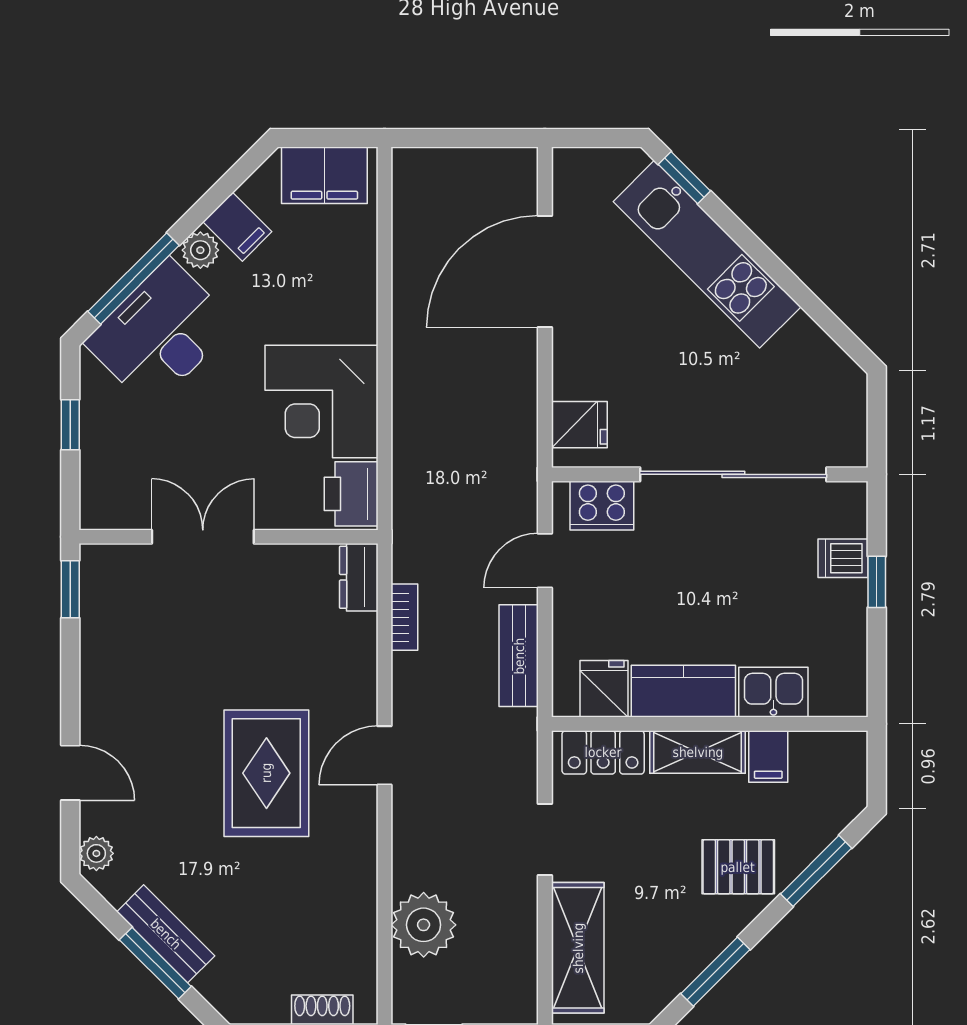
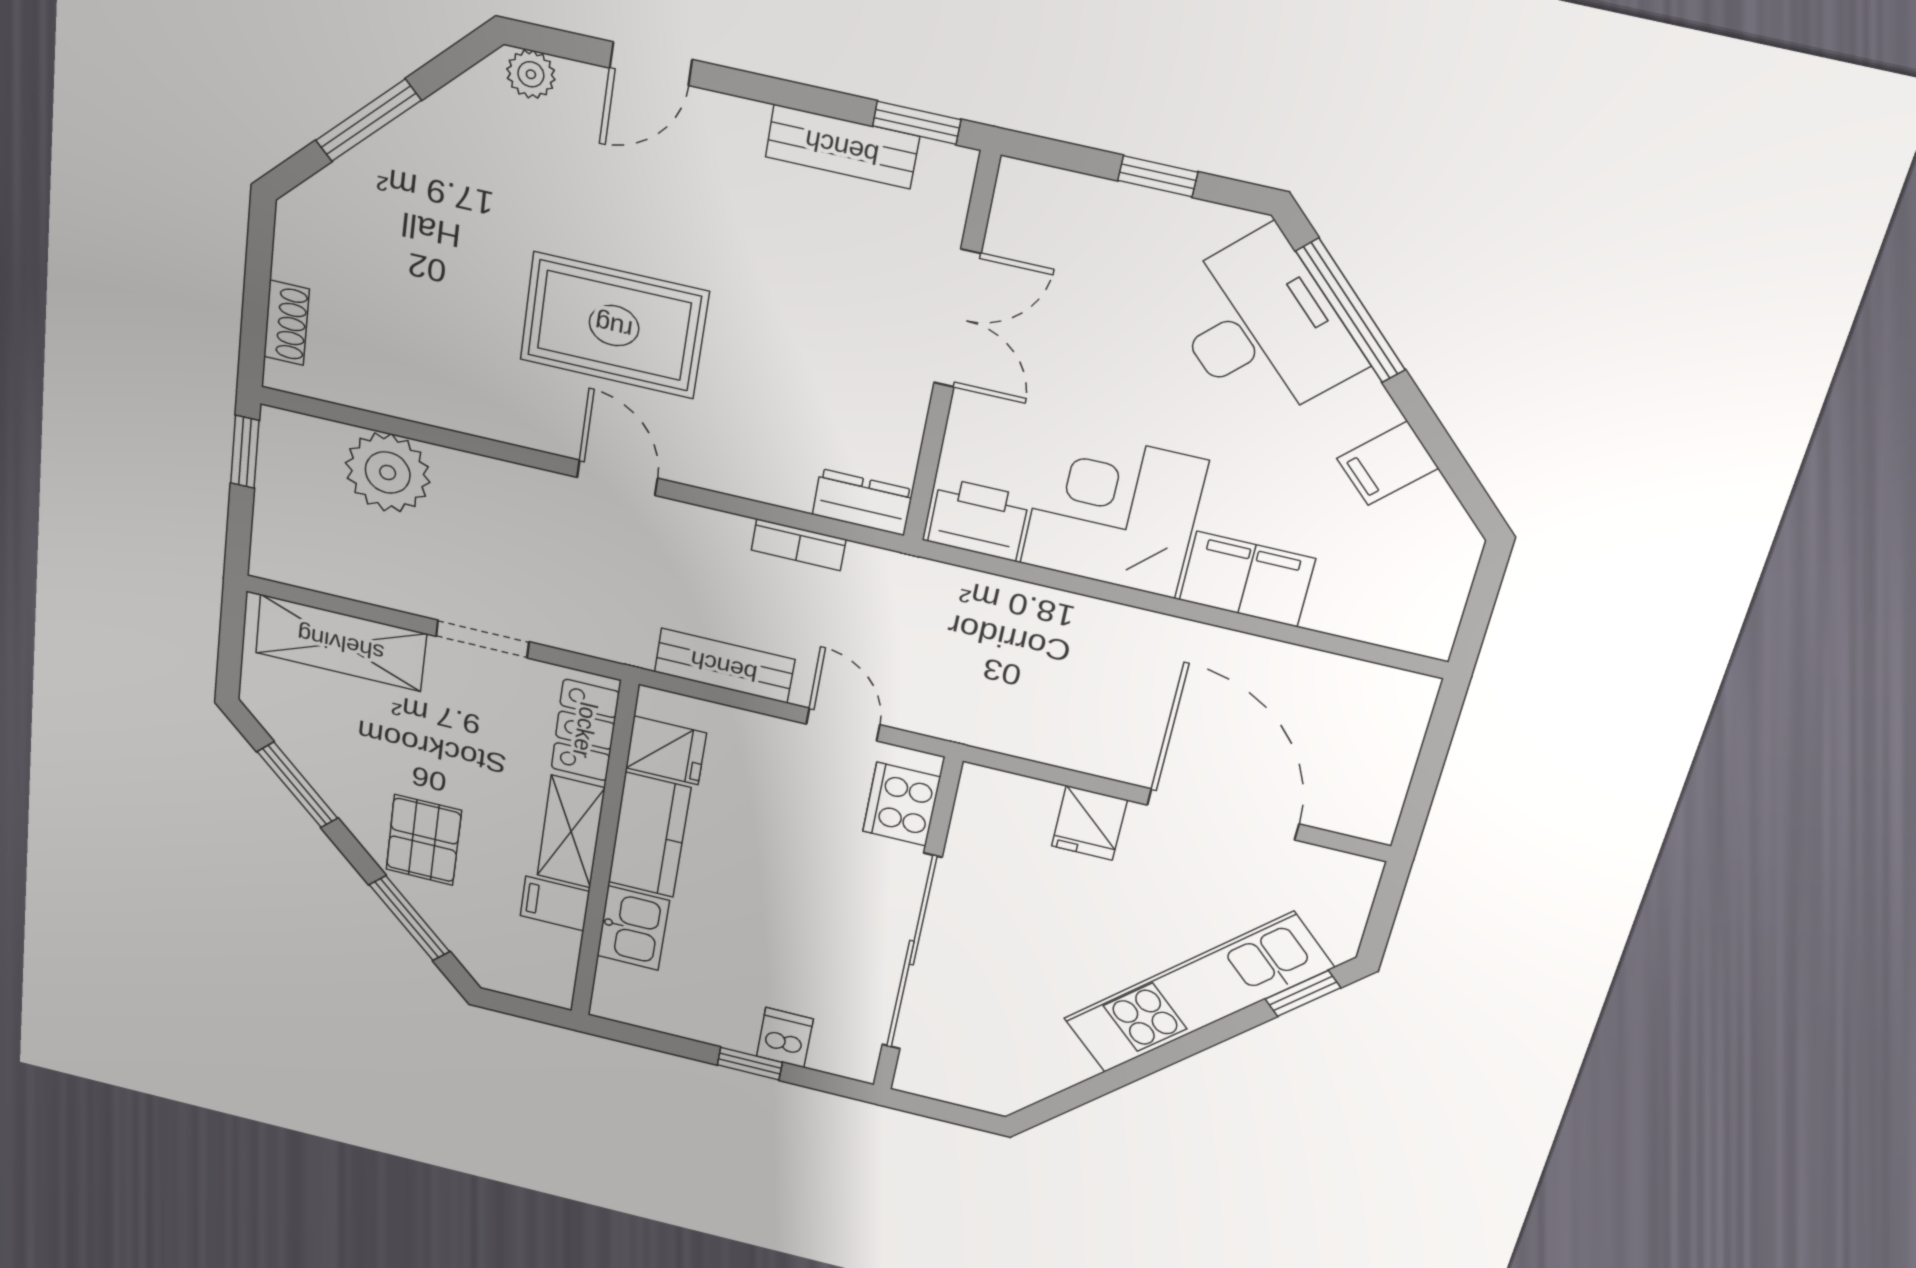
filing cabinet: (324, 175) -> (1247, 579), moved, turned 90
plant: (200, 250) -> (1368, 408), removed
fridge: (579, 425) -> (1089, 823), moved
bench: (166, 934) -> (842, 147), moved, turned 45

